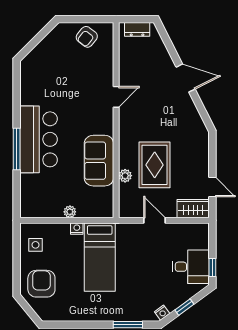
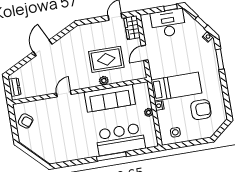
door: (116, 97) -> (64, 94), hinge flipped
bar counter: (39, 139) -> (120, 139), moved
sofa: (99, 161) -> (110, 98), width x1.36
plant: (125, 176) -> (104, 81), moved
desk: (191, 267) -> (168, 23), width x1.37
armchair: (41, 284) -> (201, 110), moved, turned 180

